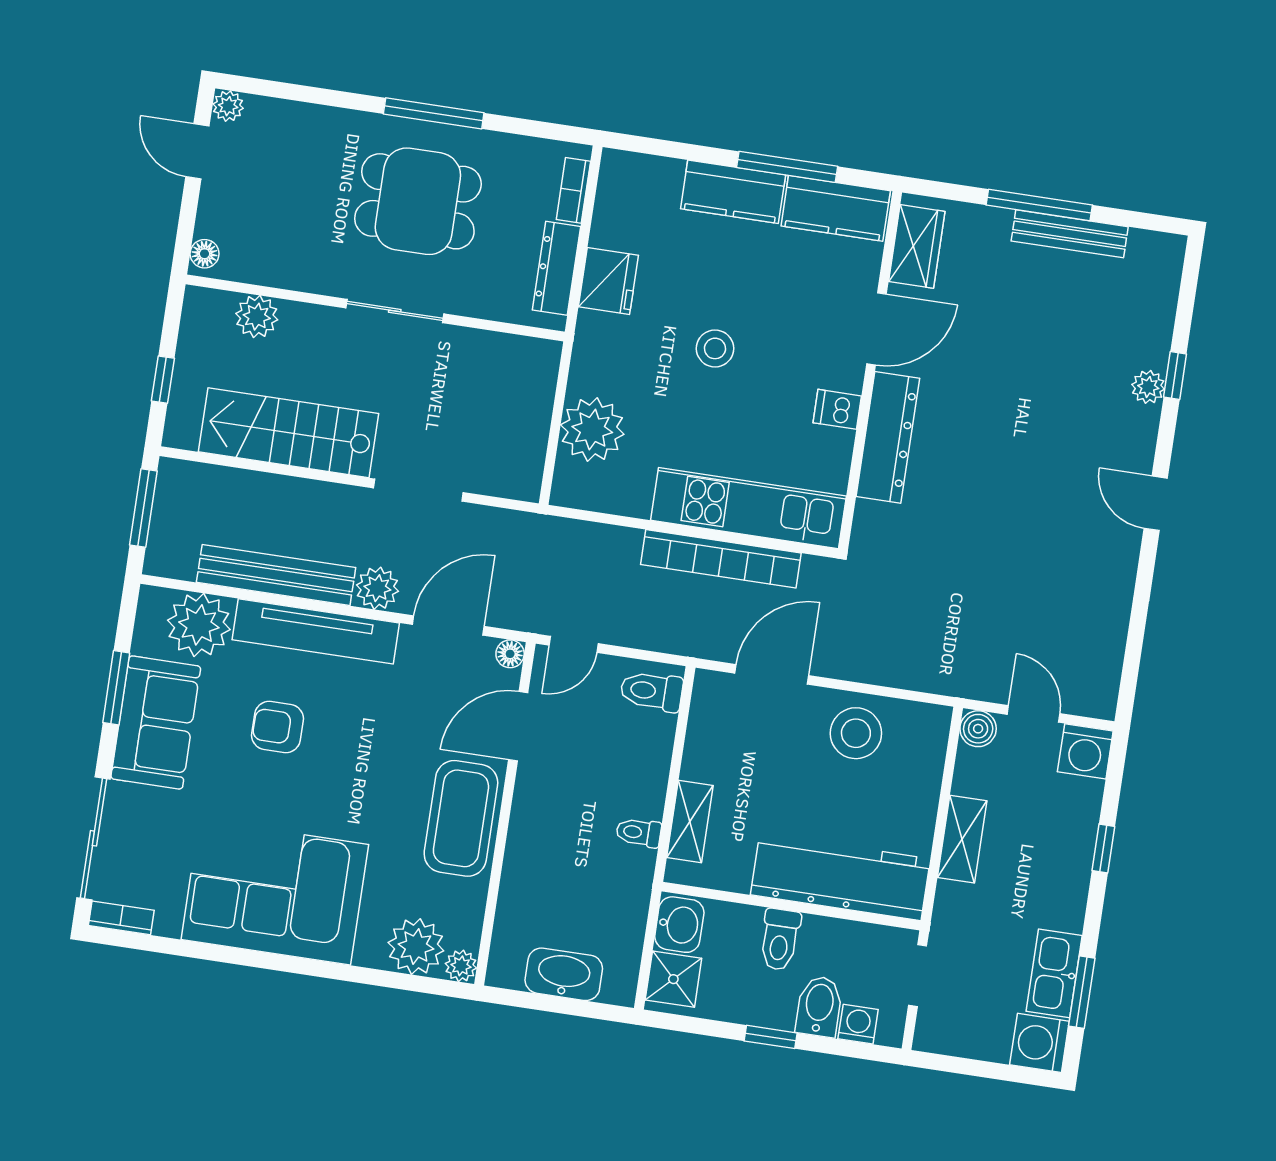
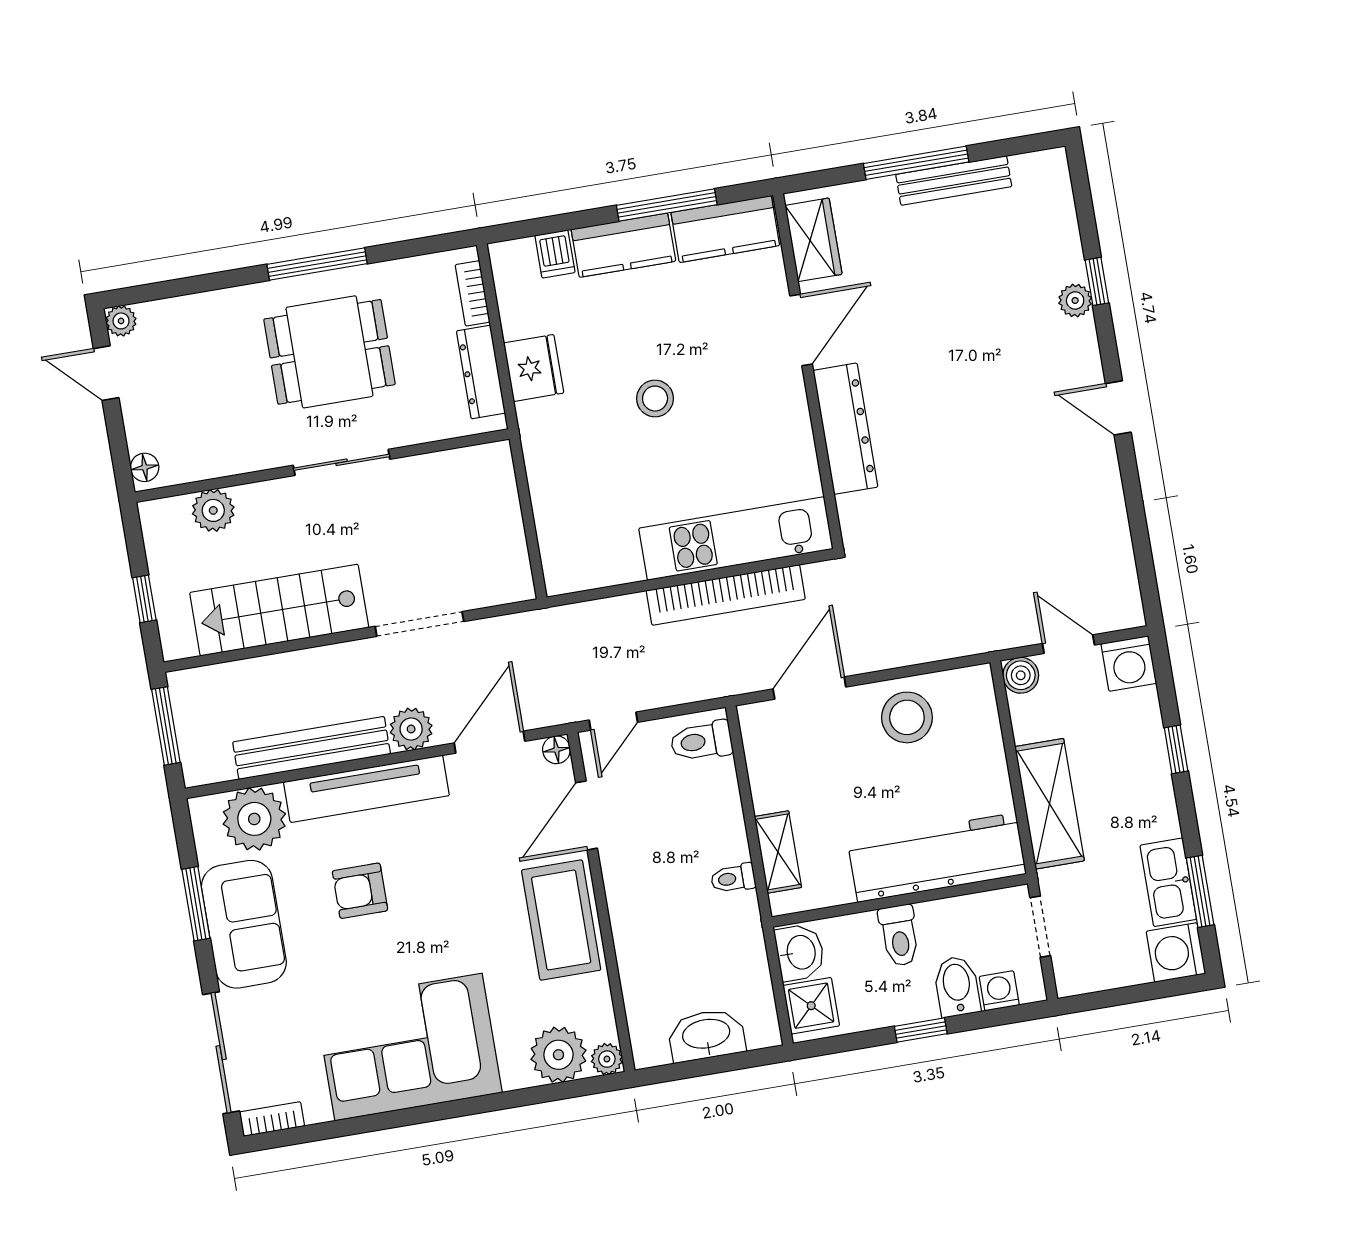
dishwasher: (837, 409) -> (555, 254), moved, turned -90
plant: (592, 430) -> (565, 513), removed
shelving: (962, 839) -> (1049, 804), width x1.50, depth x1.33

